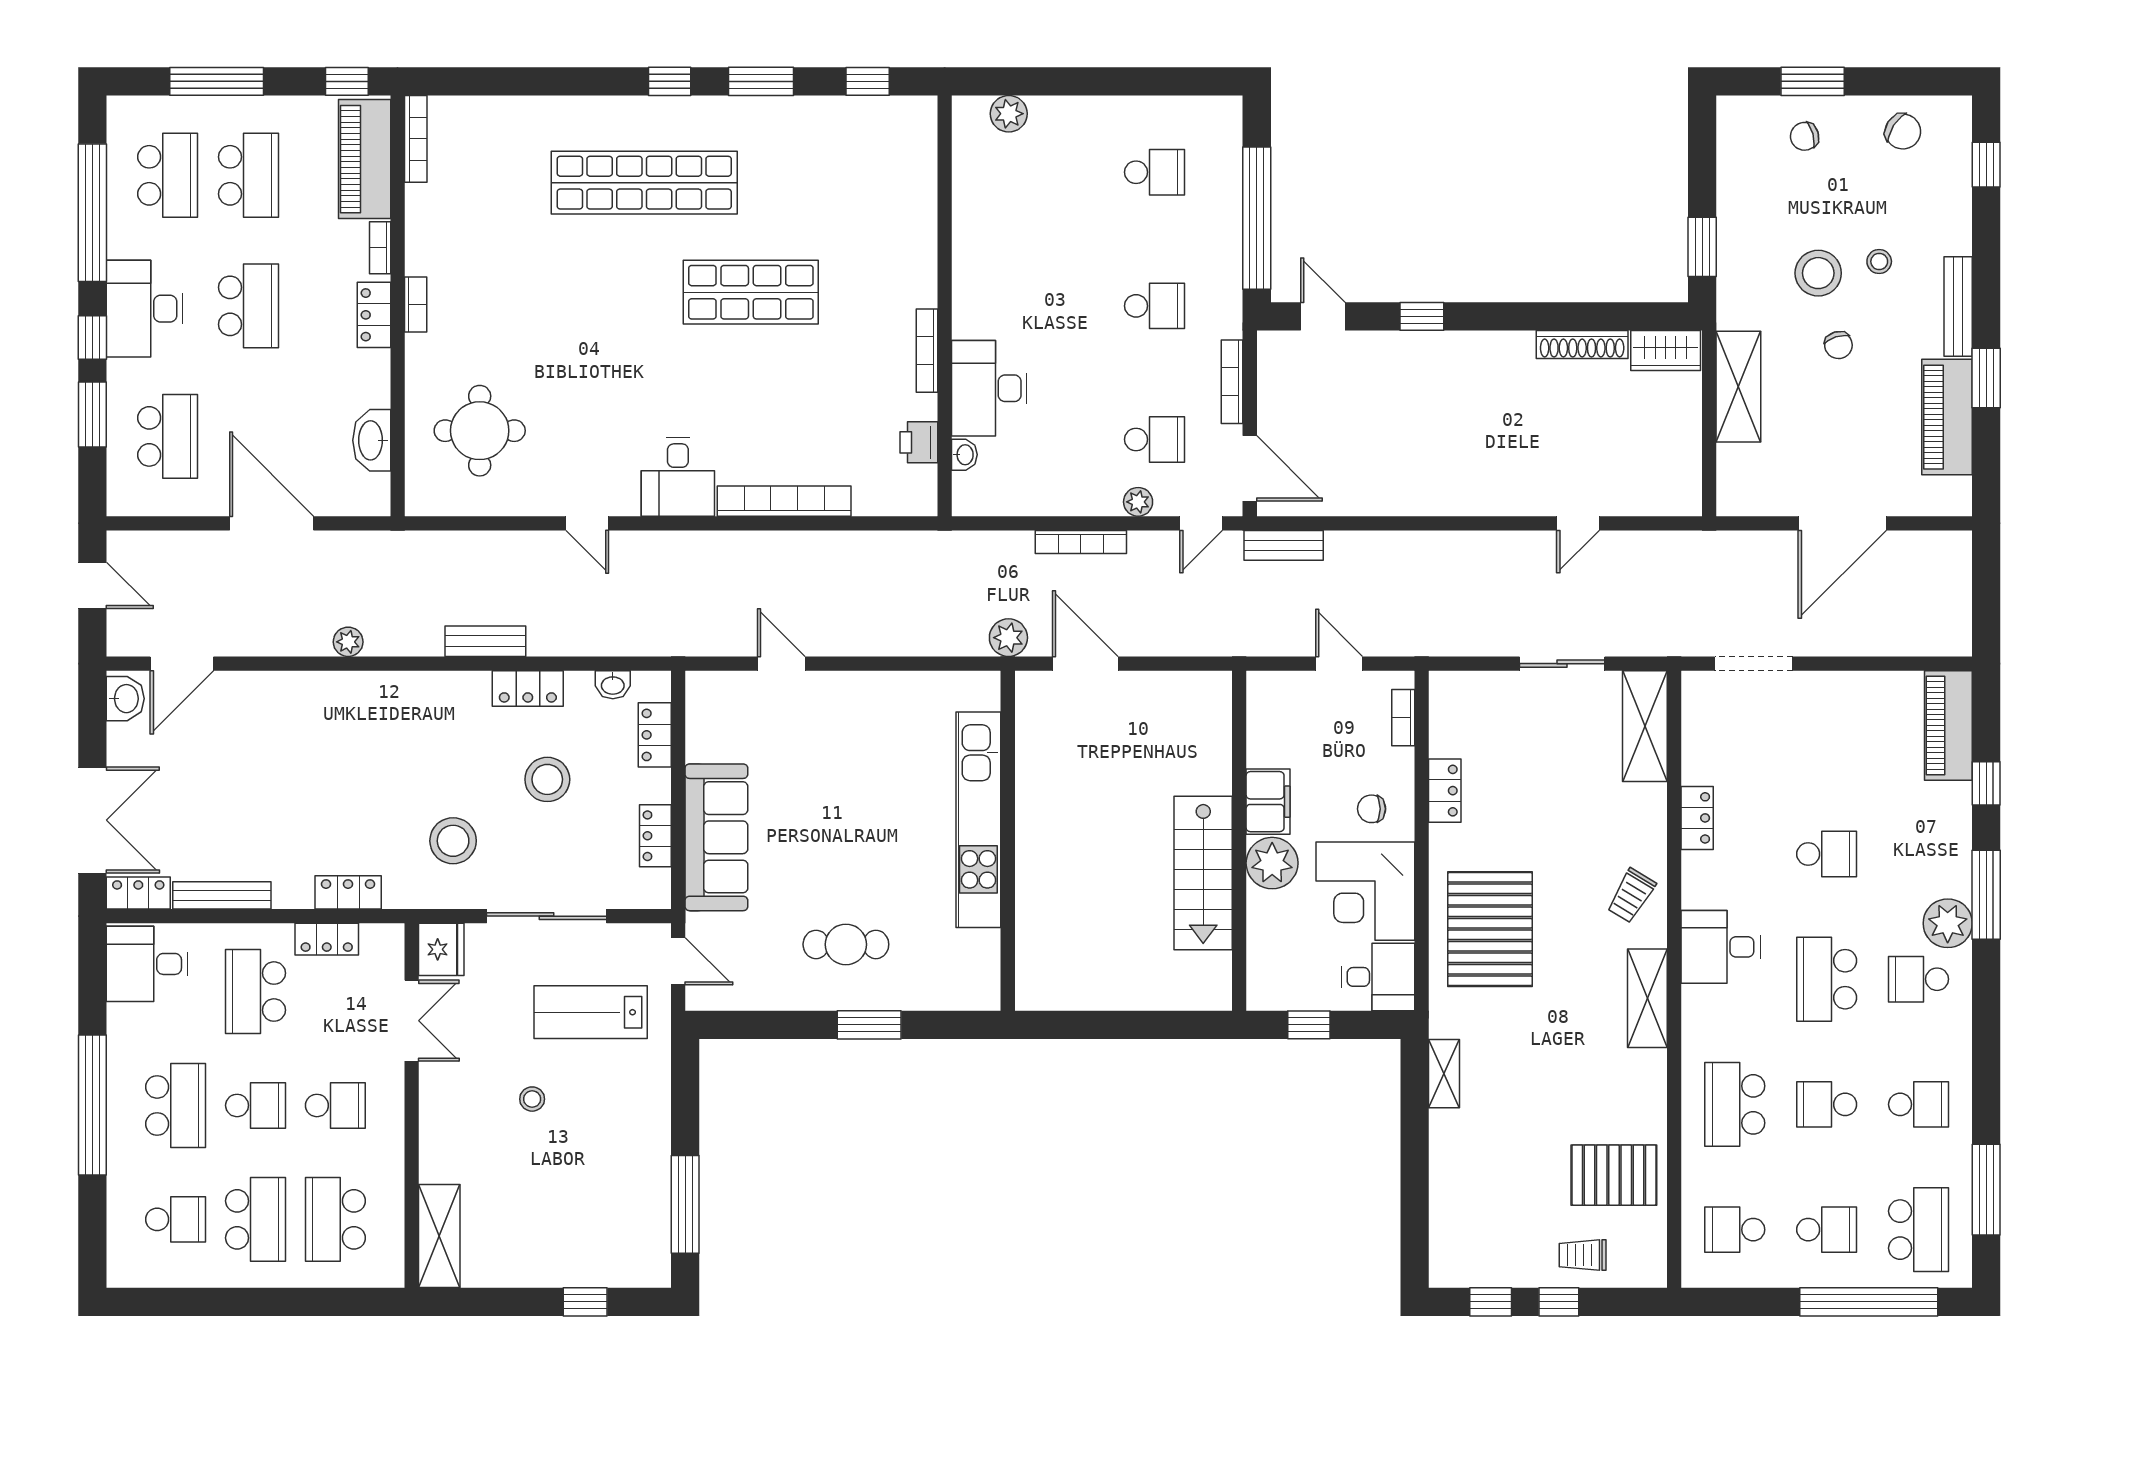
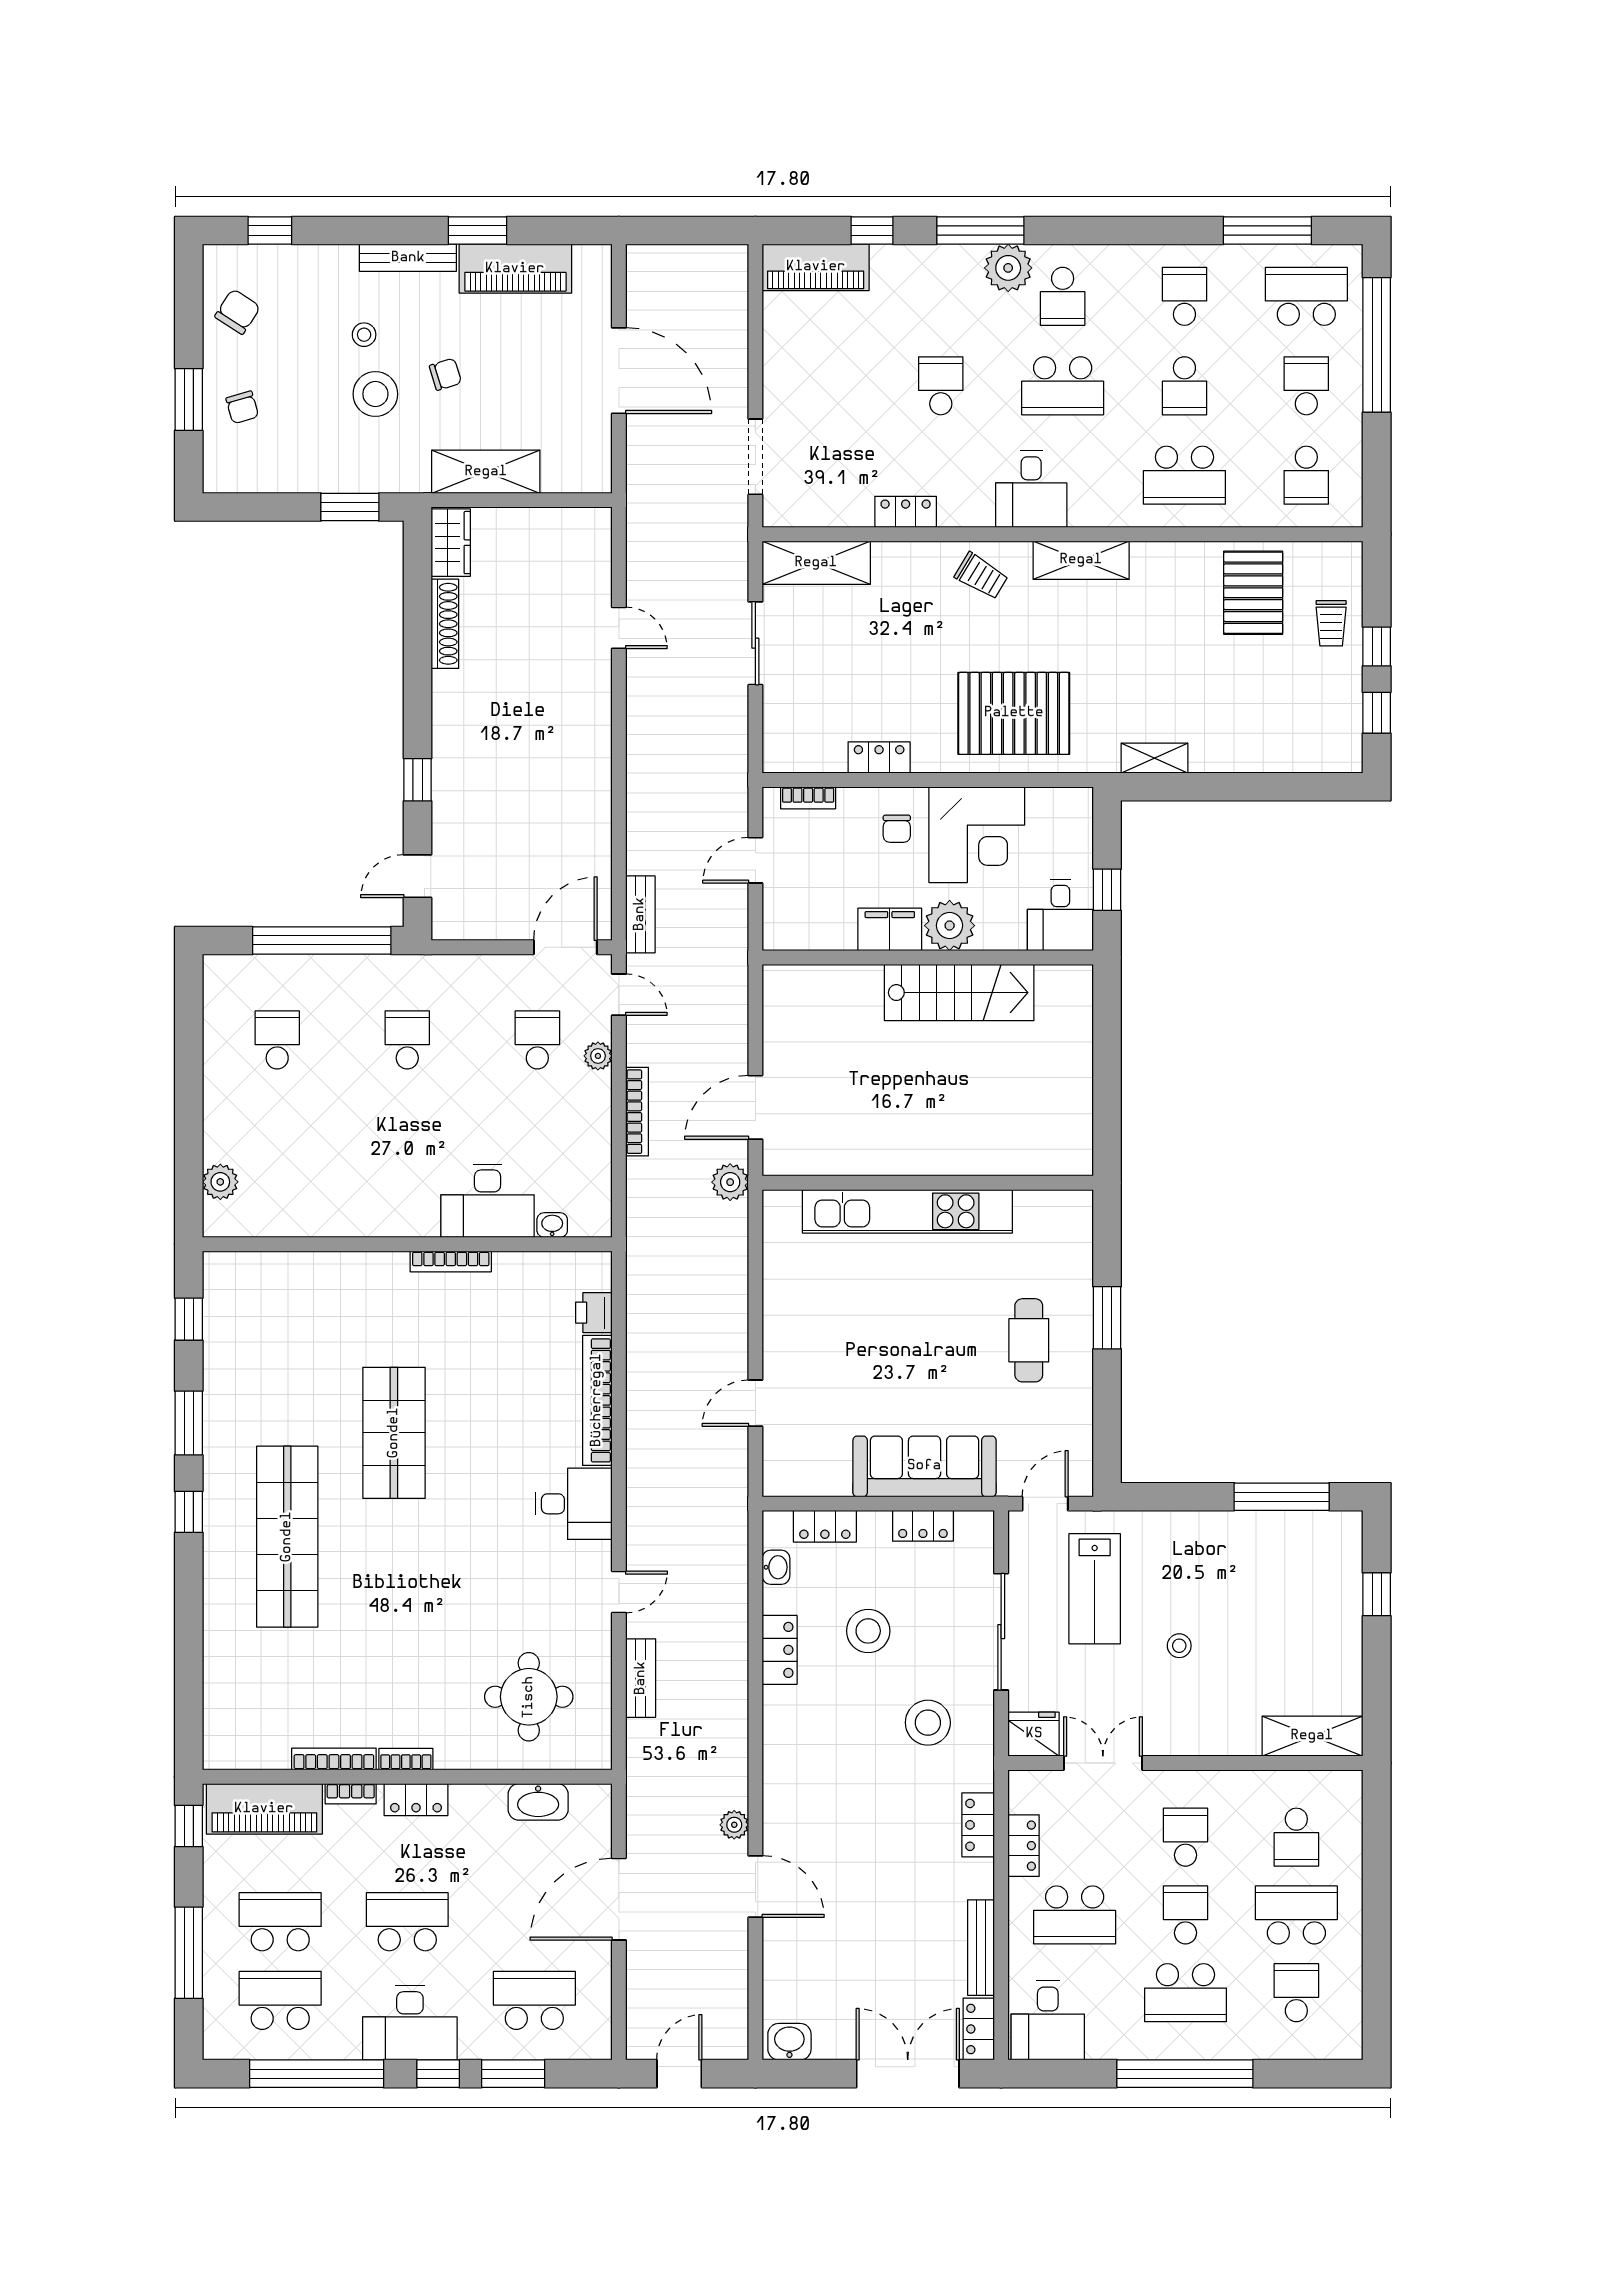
bookcase: (416, 139) -> (334, 1759), moved
bookcase: (1232, 382) -> (481, 965), removed
printer: (919, 442) -> (594, 1313), moved, turned 90
bench: (485, 641) -> (641, 1678), moved
door: (182, 664) -> (755, 1886), moved
desk: (1378, 977) -> (1060, 915), moved, turned 180
school desk: (176, 1105) -> (1185, 1993), turned 180
school desk: (335, 1219) -> (1296, 1837), width x0.54

